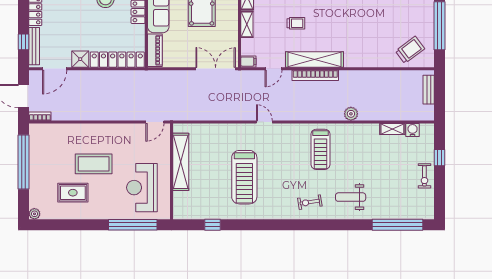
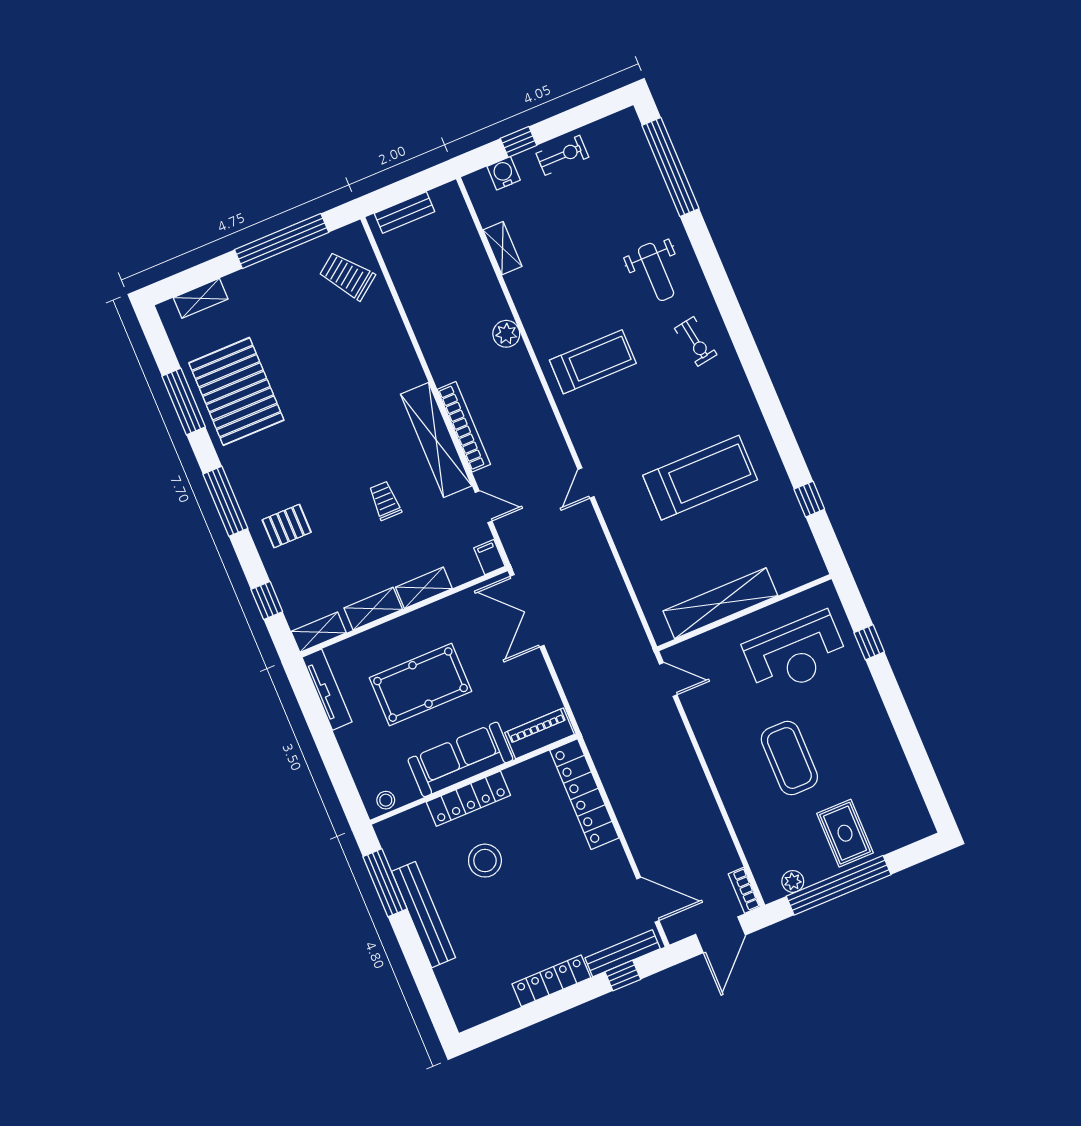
shower: (80, 59) -> (611, 861), removed
water cooler: (413, 130) -> (504, 173), moved, turned 90
rug: (73, 193) -> (845, 833), moved
plant: (34, 214) -> (793, 881), moved
window: (133, 225) -> (869, 642), width x0.32

